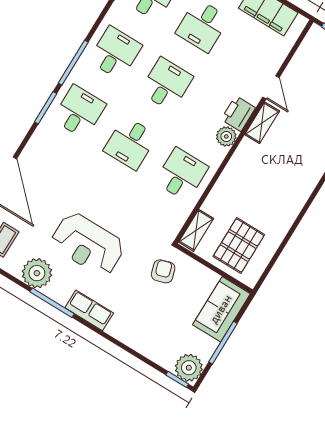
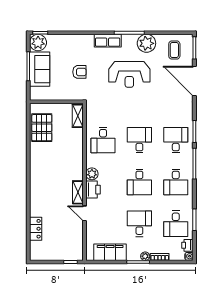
desk: (79, 112) -> (176, 140), turned 180
reception desk: (88, 244) -> (129, 74), turned 180
pallet: (239, 245) -> (42, 128), moved
armchair: (163, 271) -> (79, 72), moved, turned -73
sofa: (221, 309) -> (40, 69), moved

